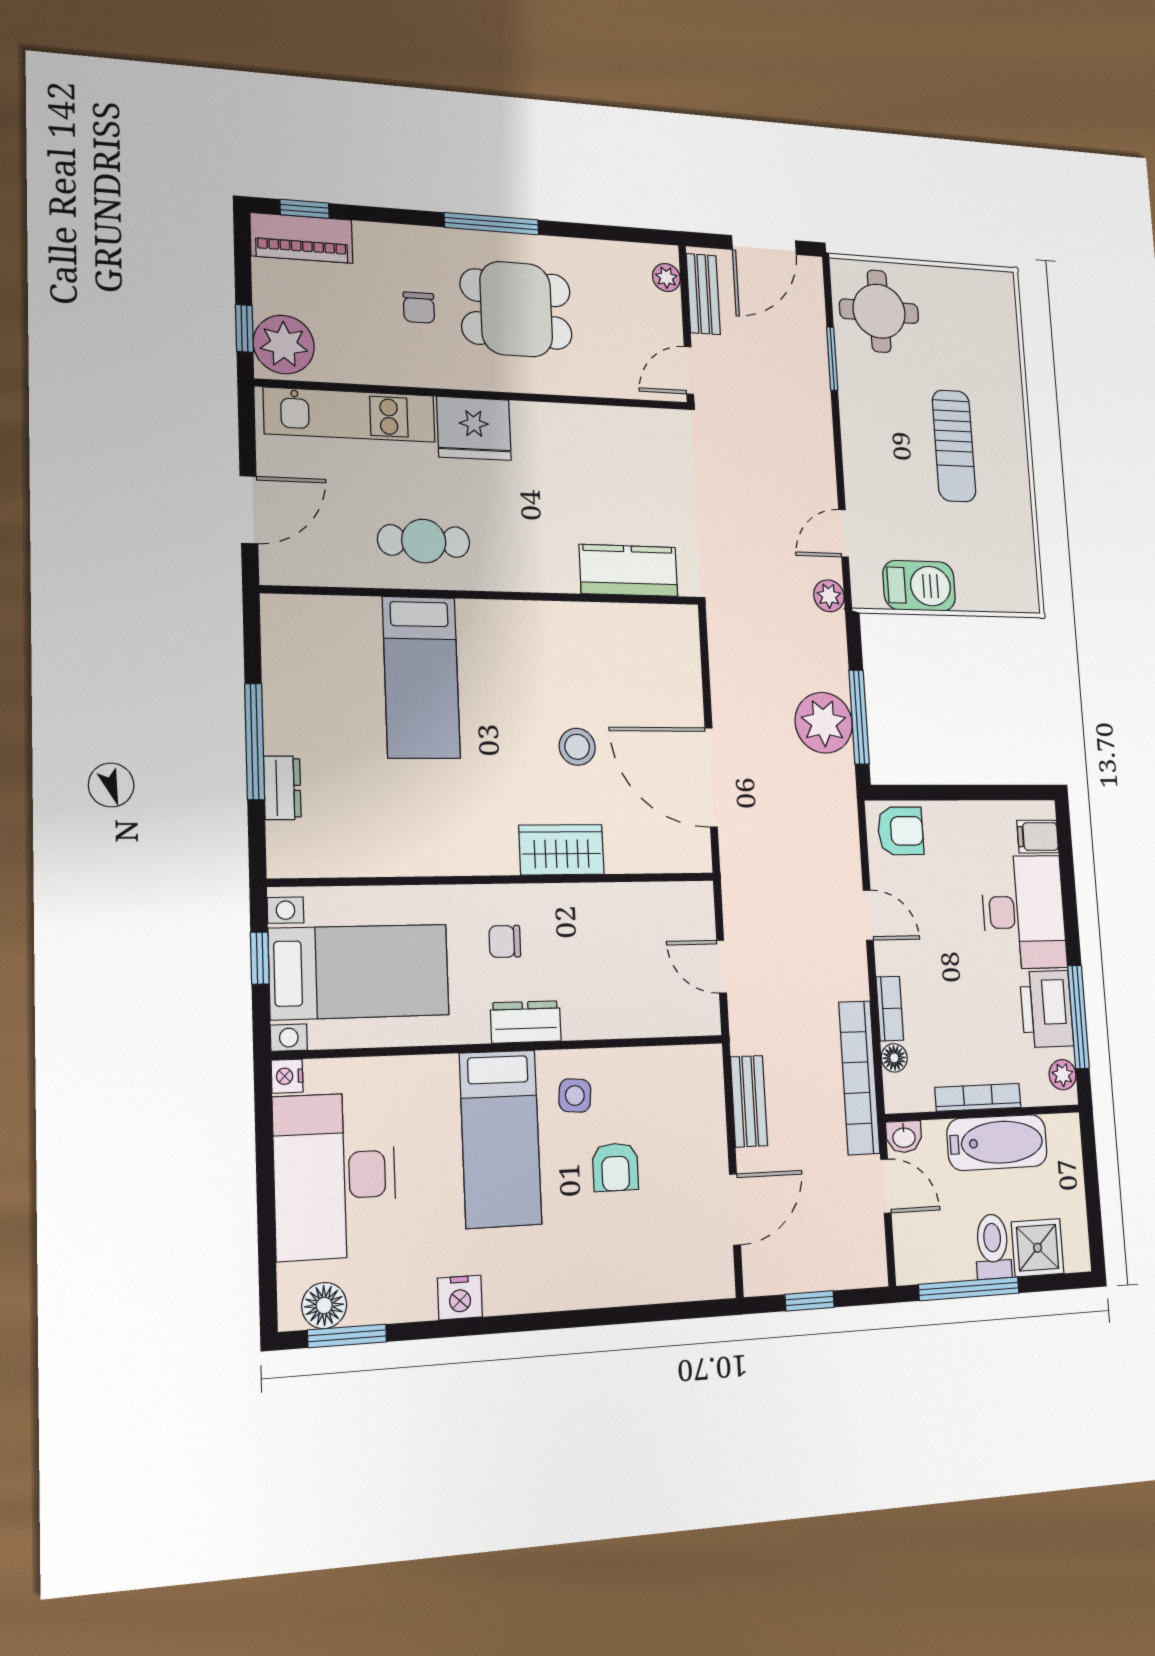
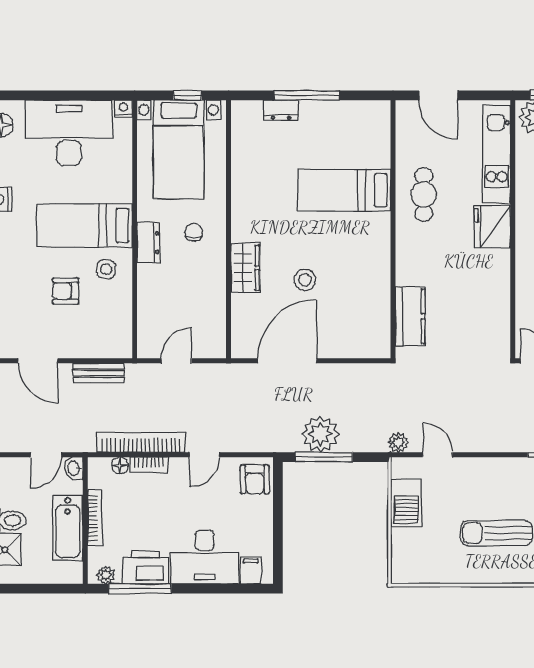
bookcase: (859, 1078) -> (141, 442), moved

